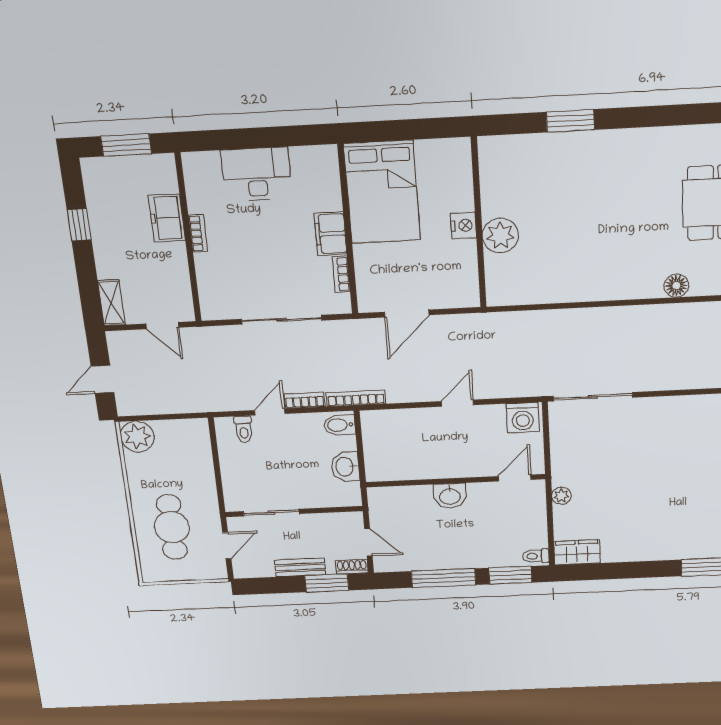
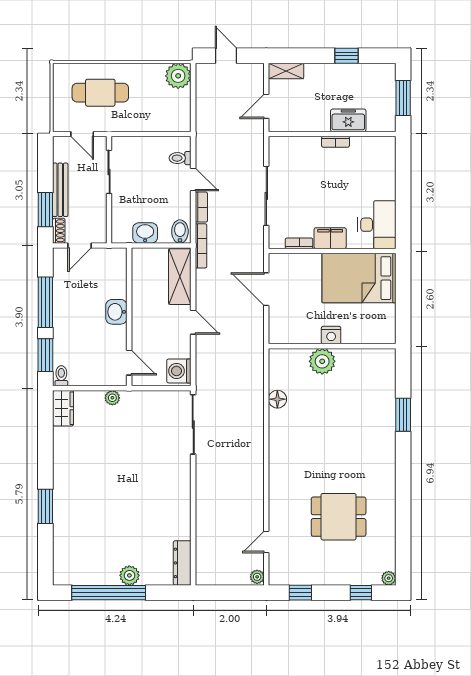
desk: (257, 174) -> (377, 225), moved
floor lamp: (676, 286) -> (277, 399), moved
shelving: (398, 422) -> (180, 277), added
bench: (300, 567) -> (60, 190), width x1.36

